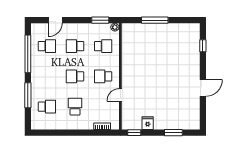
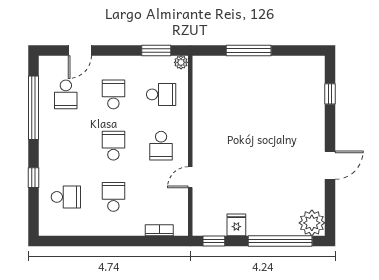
school desk: (47, 46) -> (66, 94), turned 90
school desk: (75, 46) -> (113, 94), turned 90
school desk: (75, 76) -> (113, 146), turned 90
school desk: (103, 76) -> (161, 146), turned -90
window: (28, 95) -> (33, 178), width x0.46
plant: (192, 122) -> (312, 223), added
window: (173, 133) -> (280, 241), width x2.11

